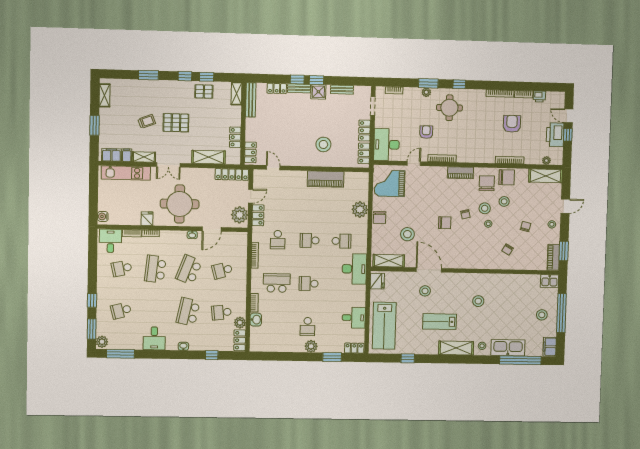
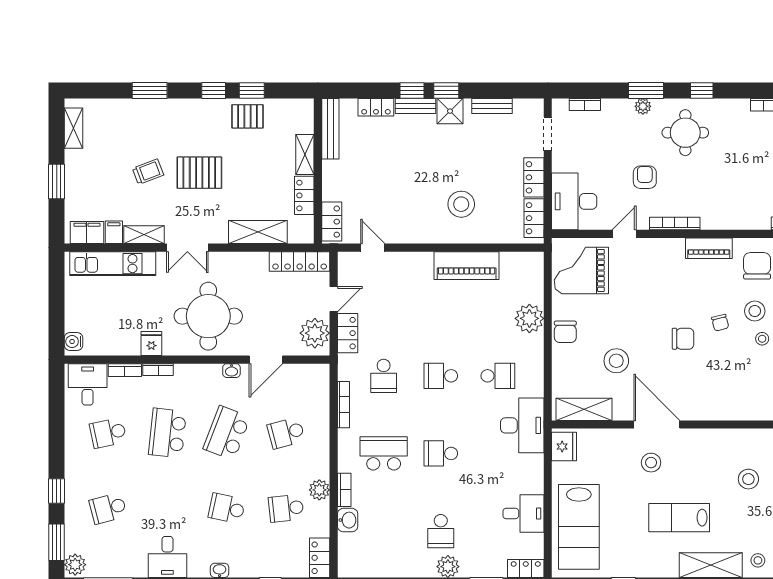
shelving: (236, 94) -> (305, 155), moved
school desk: (188, 312) -> (227, 508), width x0.54
plant: (240, 323) -> (319, 490), moved

